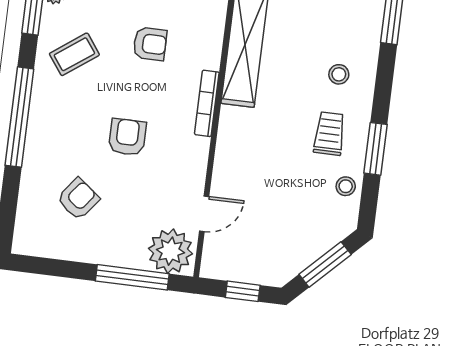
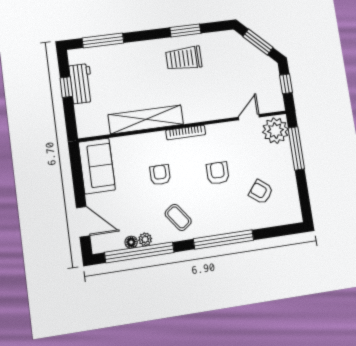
stool: (339, 74) -> (149, 62), removed
trolley: (329, 134) -> (184, 58), width x1.36, depth x1.39
armchair: (127, 137) -> (218, 173), turned 90
stool: (346, 186) -> (211, 42), removed
door: (204, 214) -> (249, 117), hinge flipped

